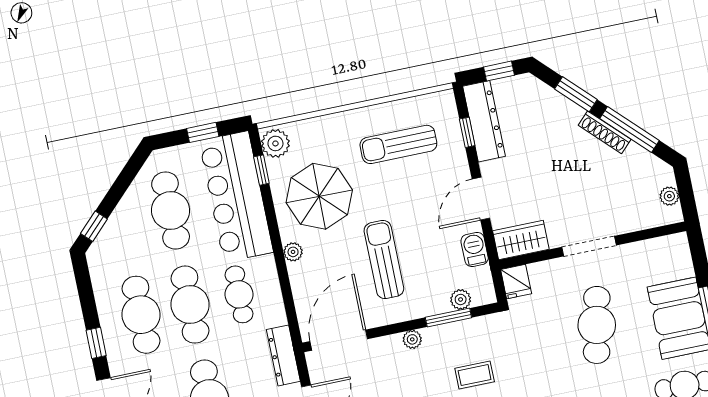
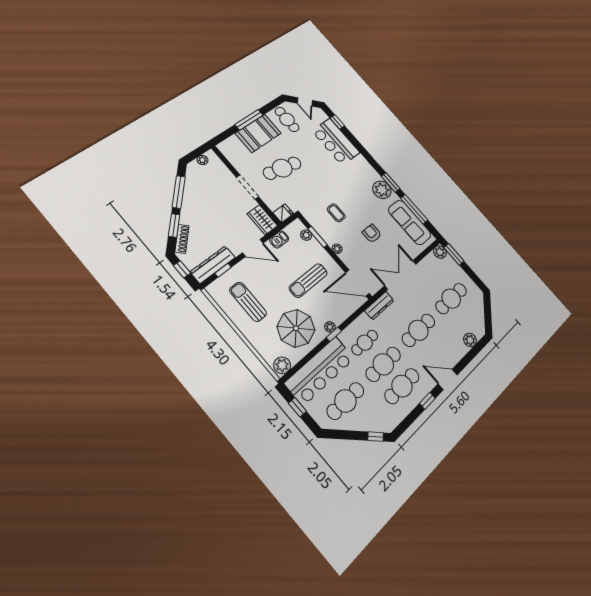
shoe rack: (605, 132) -> (182, 239), moved
sun lounger: (398, 144) -> (248, 302), turned 180
window: (261, 170) -> (334, 334), moved

